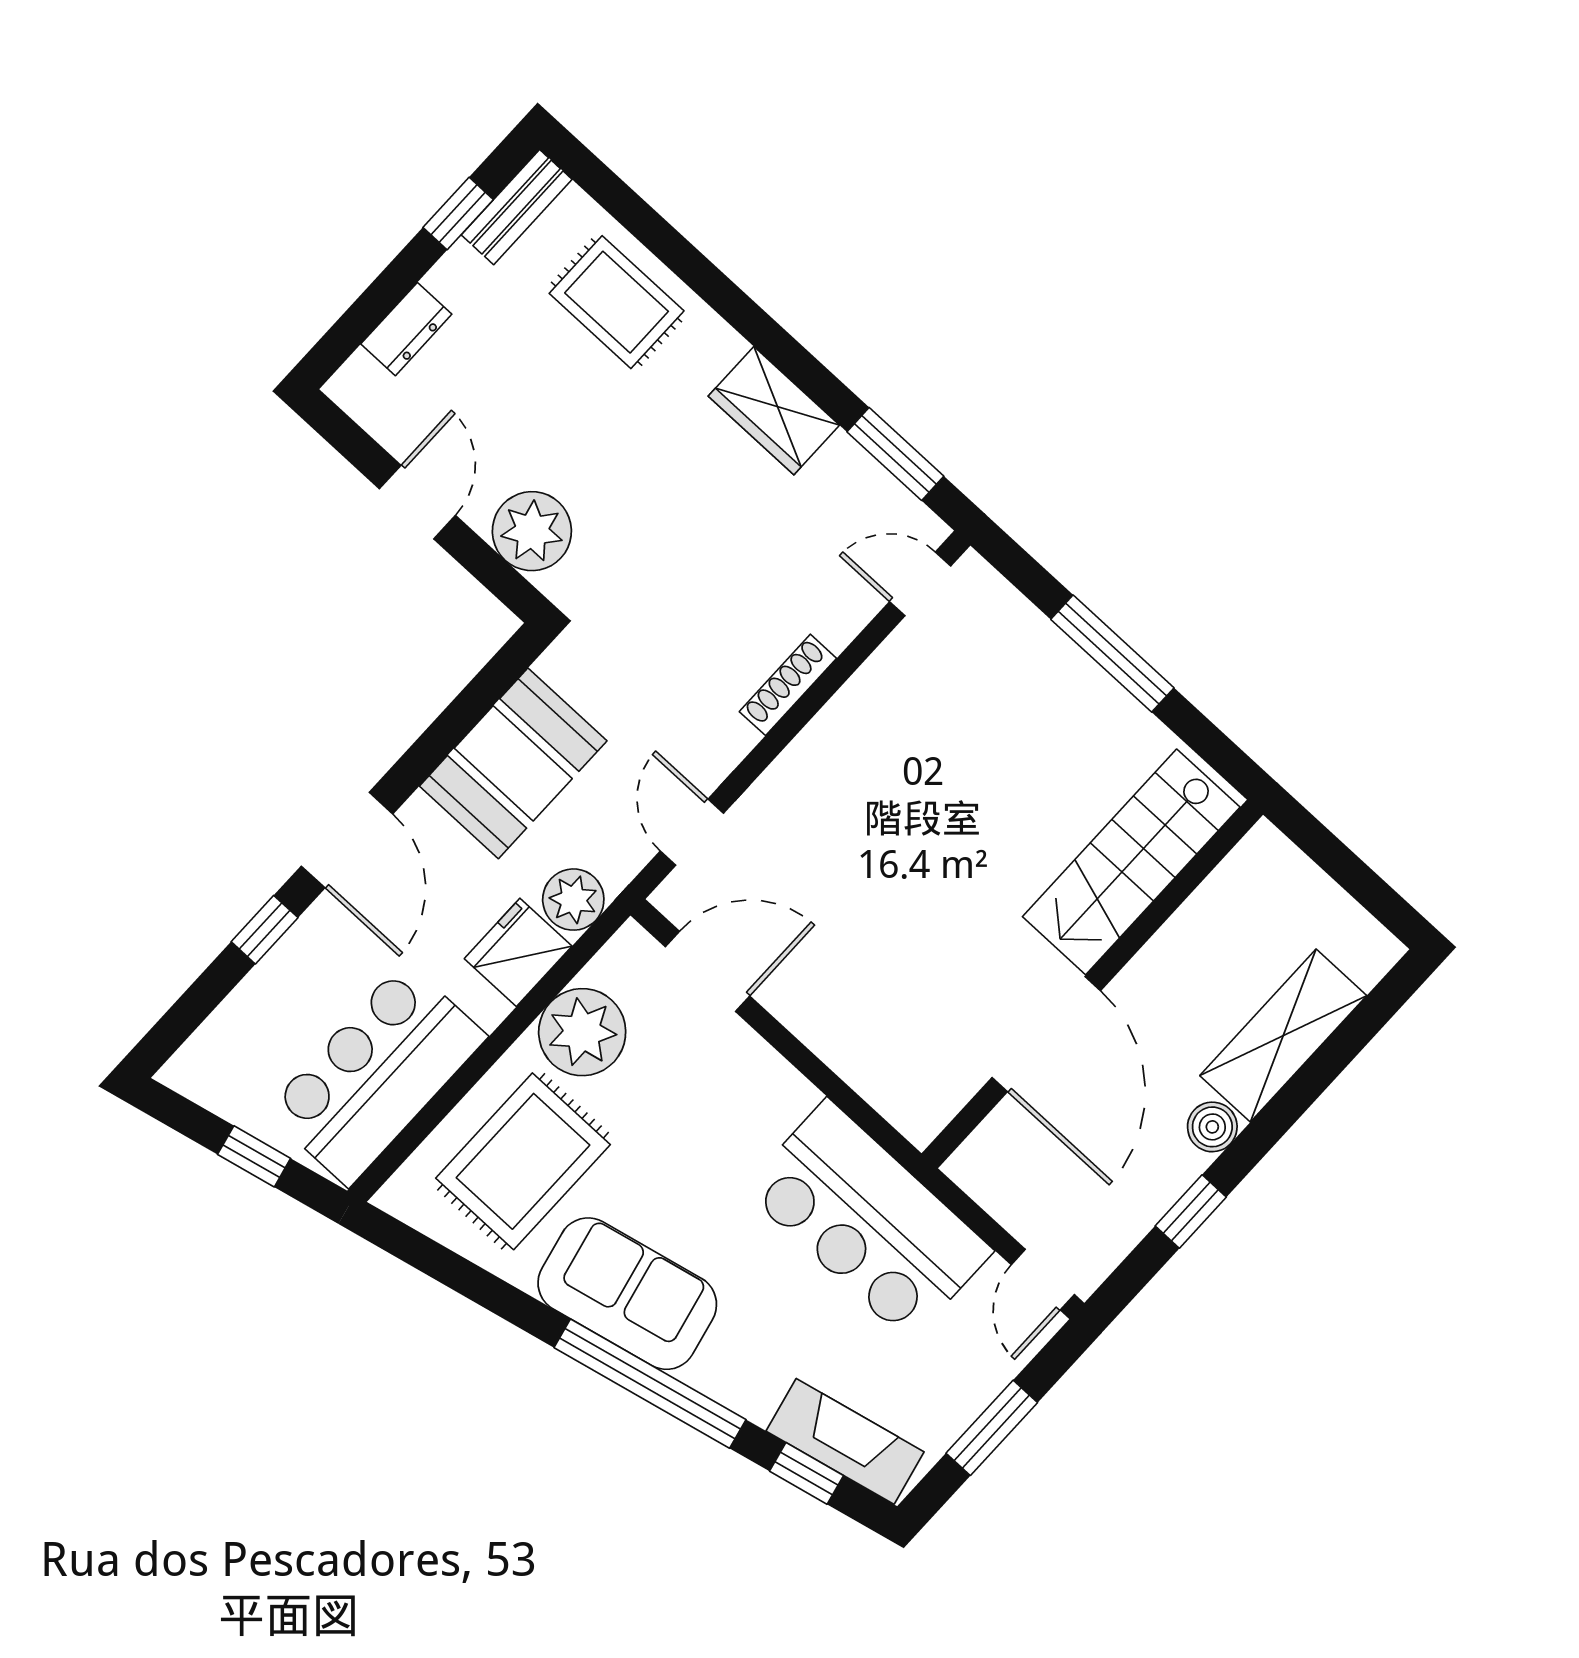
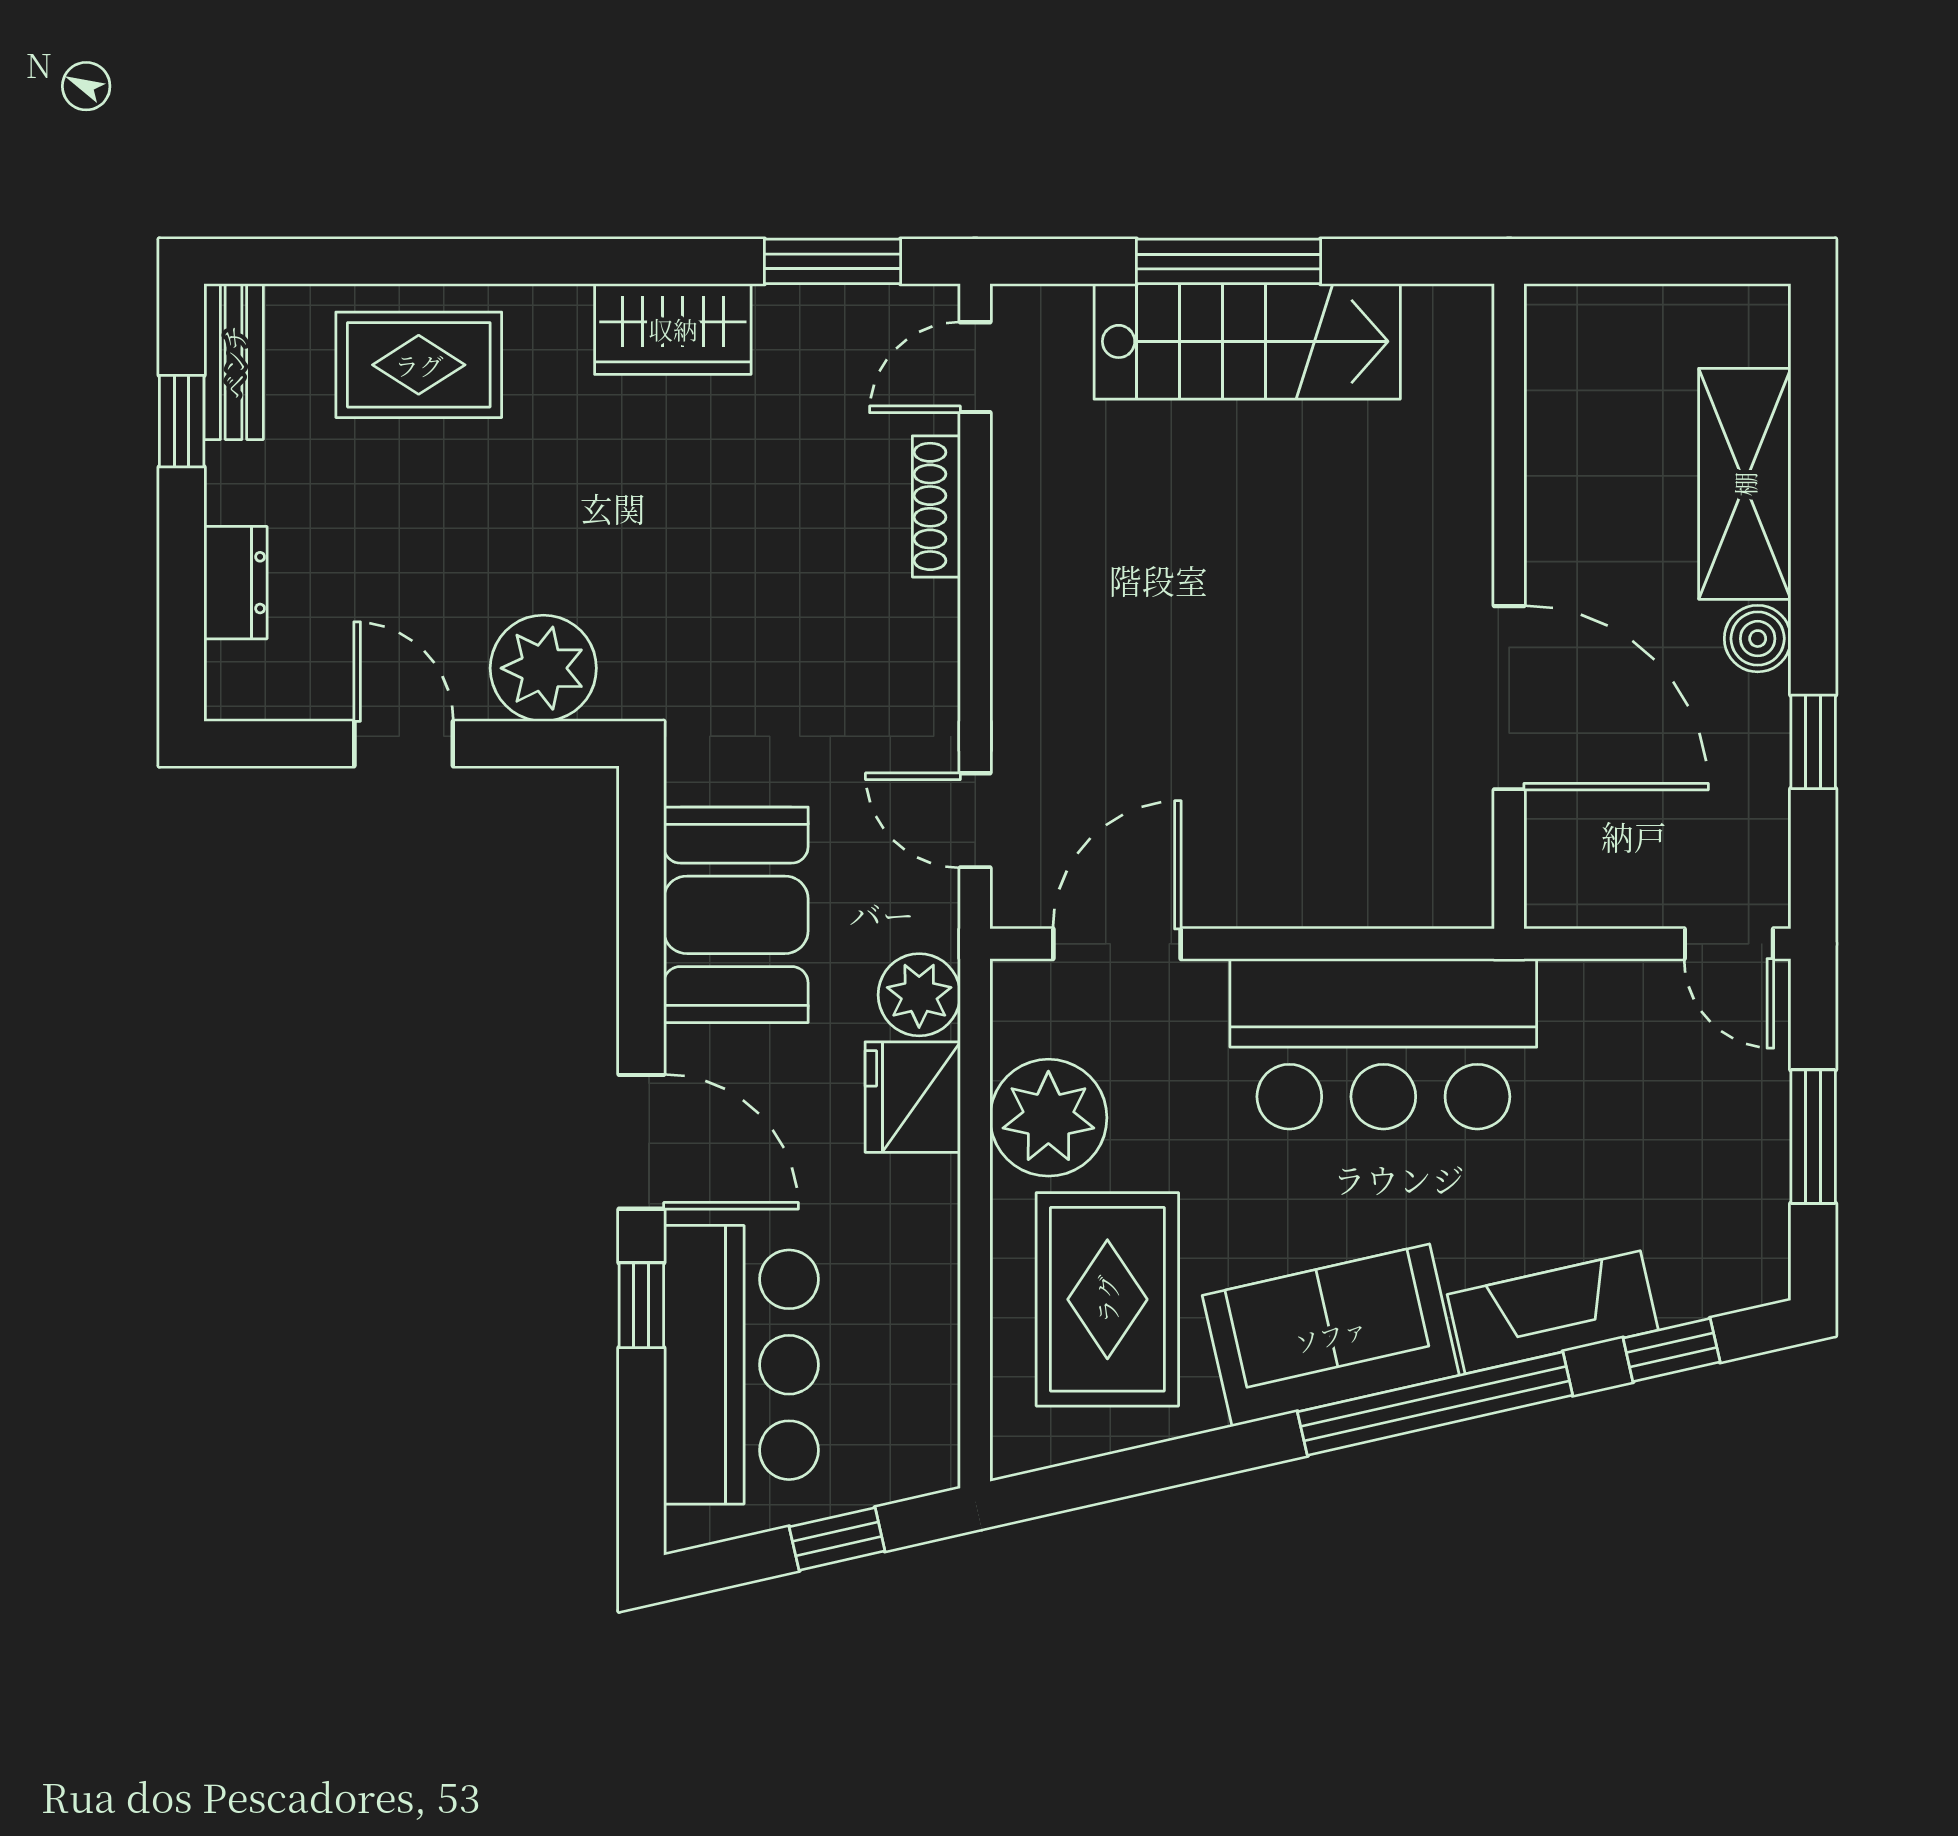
shoe rack: (788, 685) -> (936, 506), moved
stairs: (1131, 862) -> (1247, 341), moved, turned -90
bar counter: (376, 1074) -> (741, 1365), moved, turned 180
bar counter: (868, 1220) -> (1383, 1044), moved
fireplace: (845, 1441) -> (1553, 1312), moved

